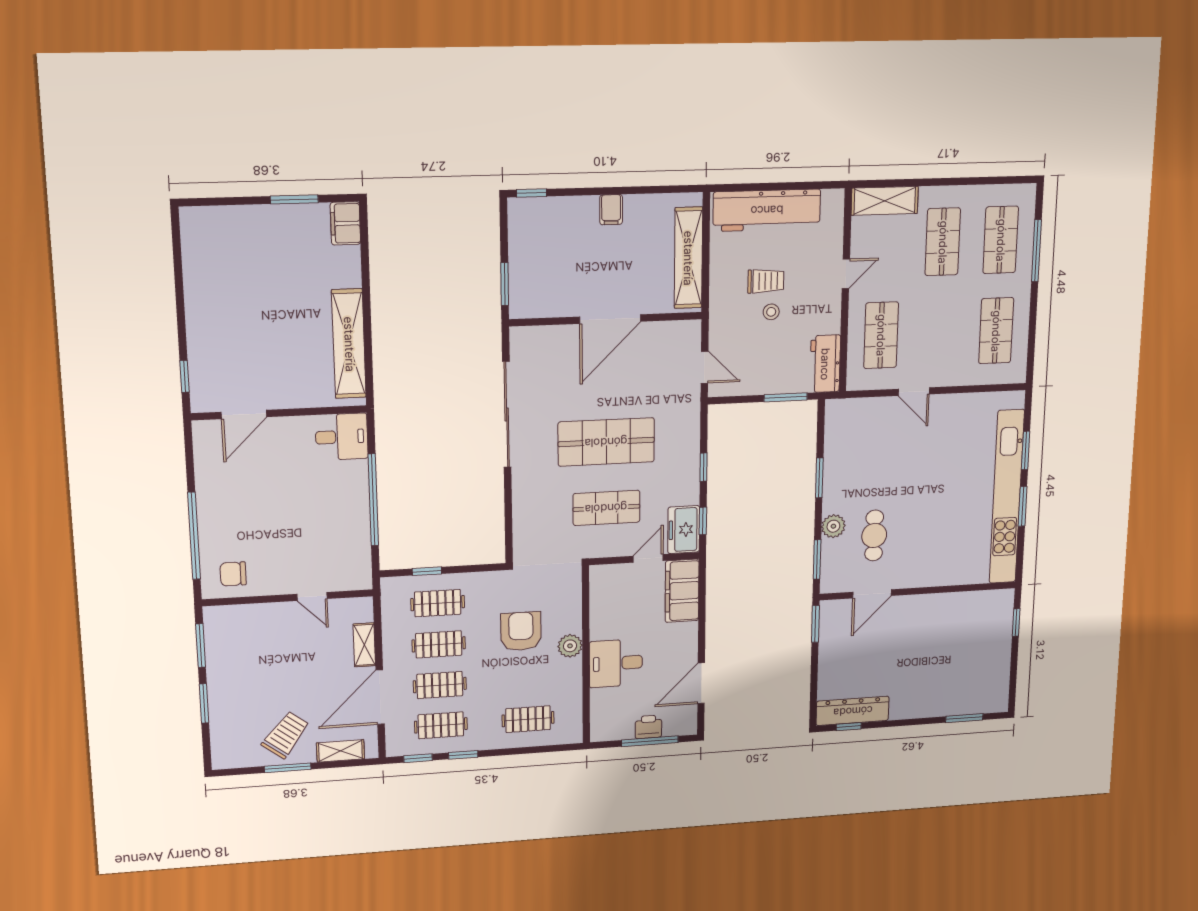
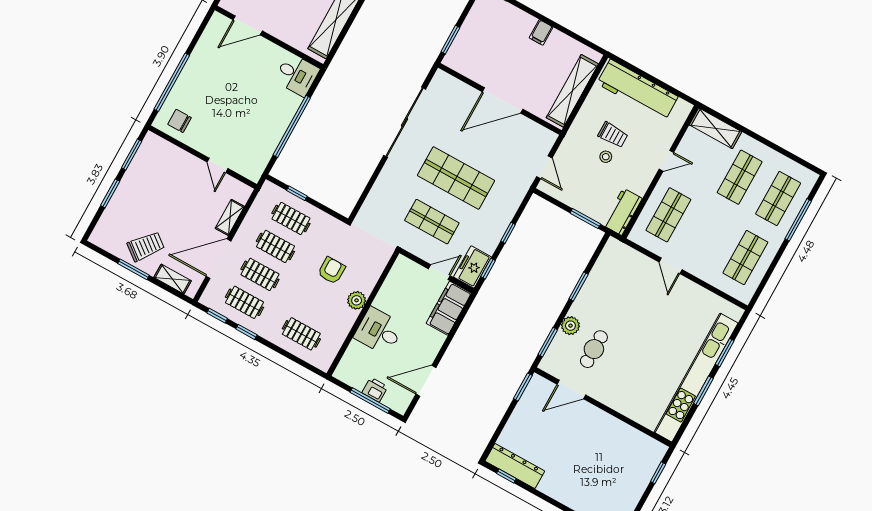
armchair: (521, 631) -> (331, 271), width x0.72, depth x0.72

